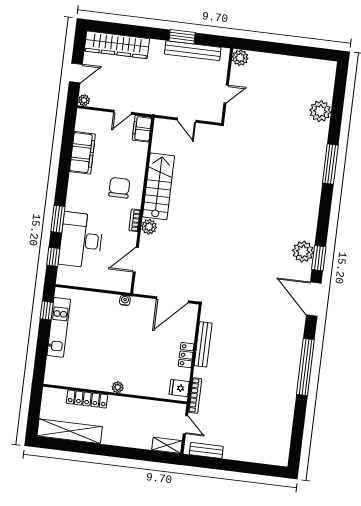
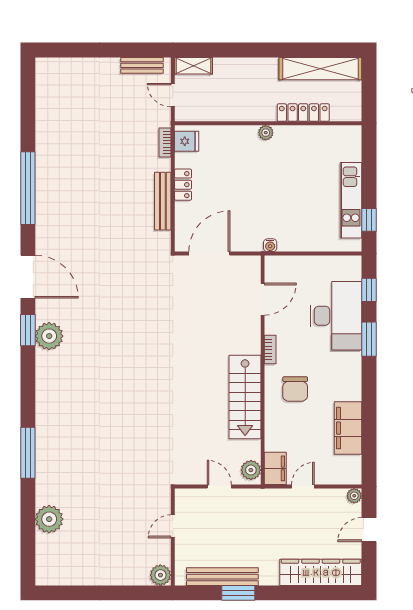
plant: (149, 227) -> (251, 470), moved
bookcase: (195, 395) -> (165, 142), width x0.64

